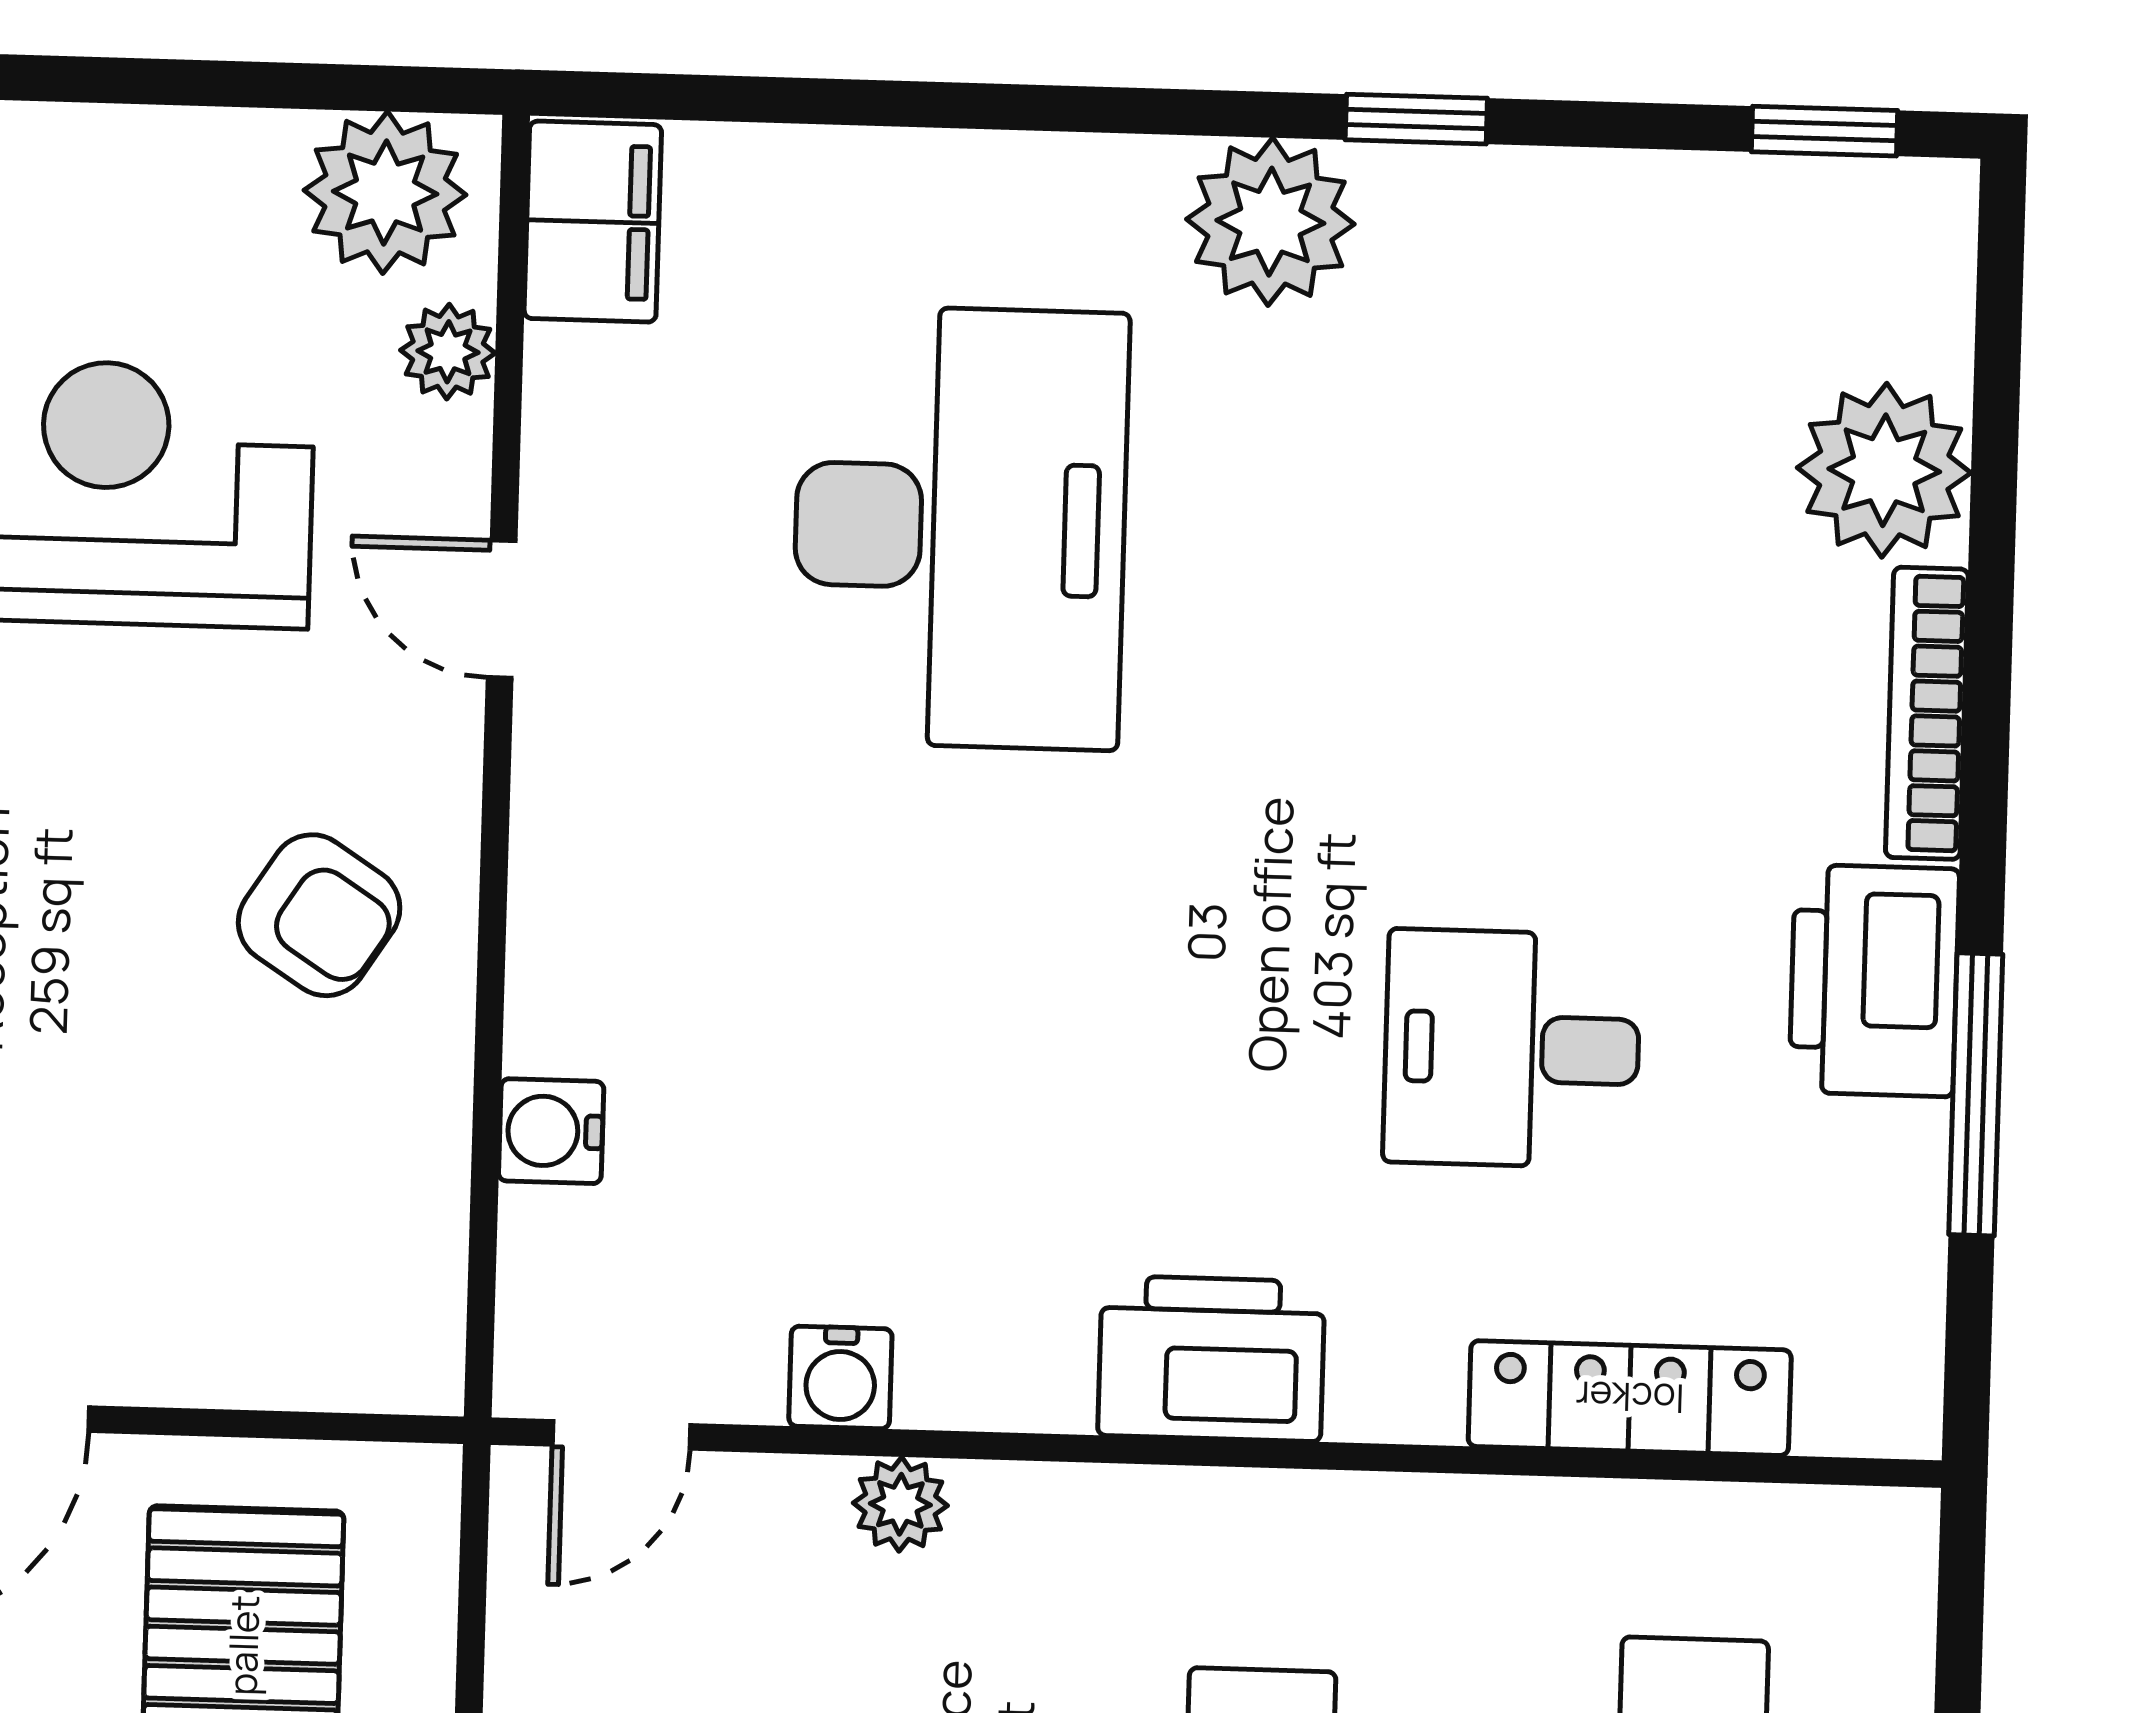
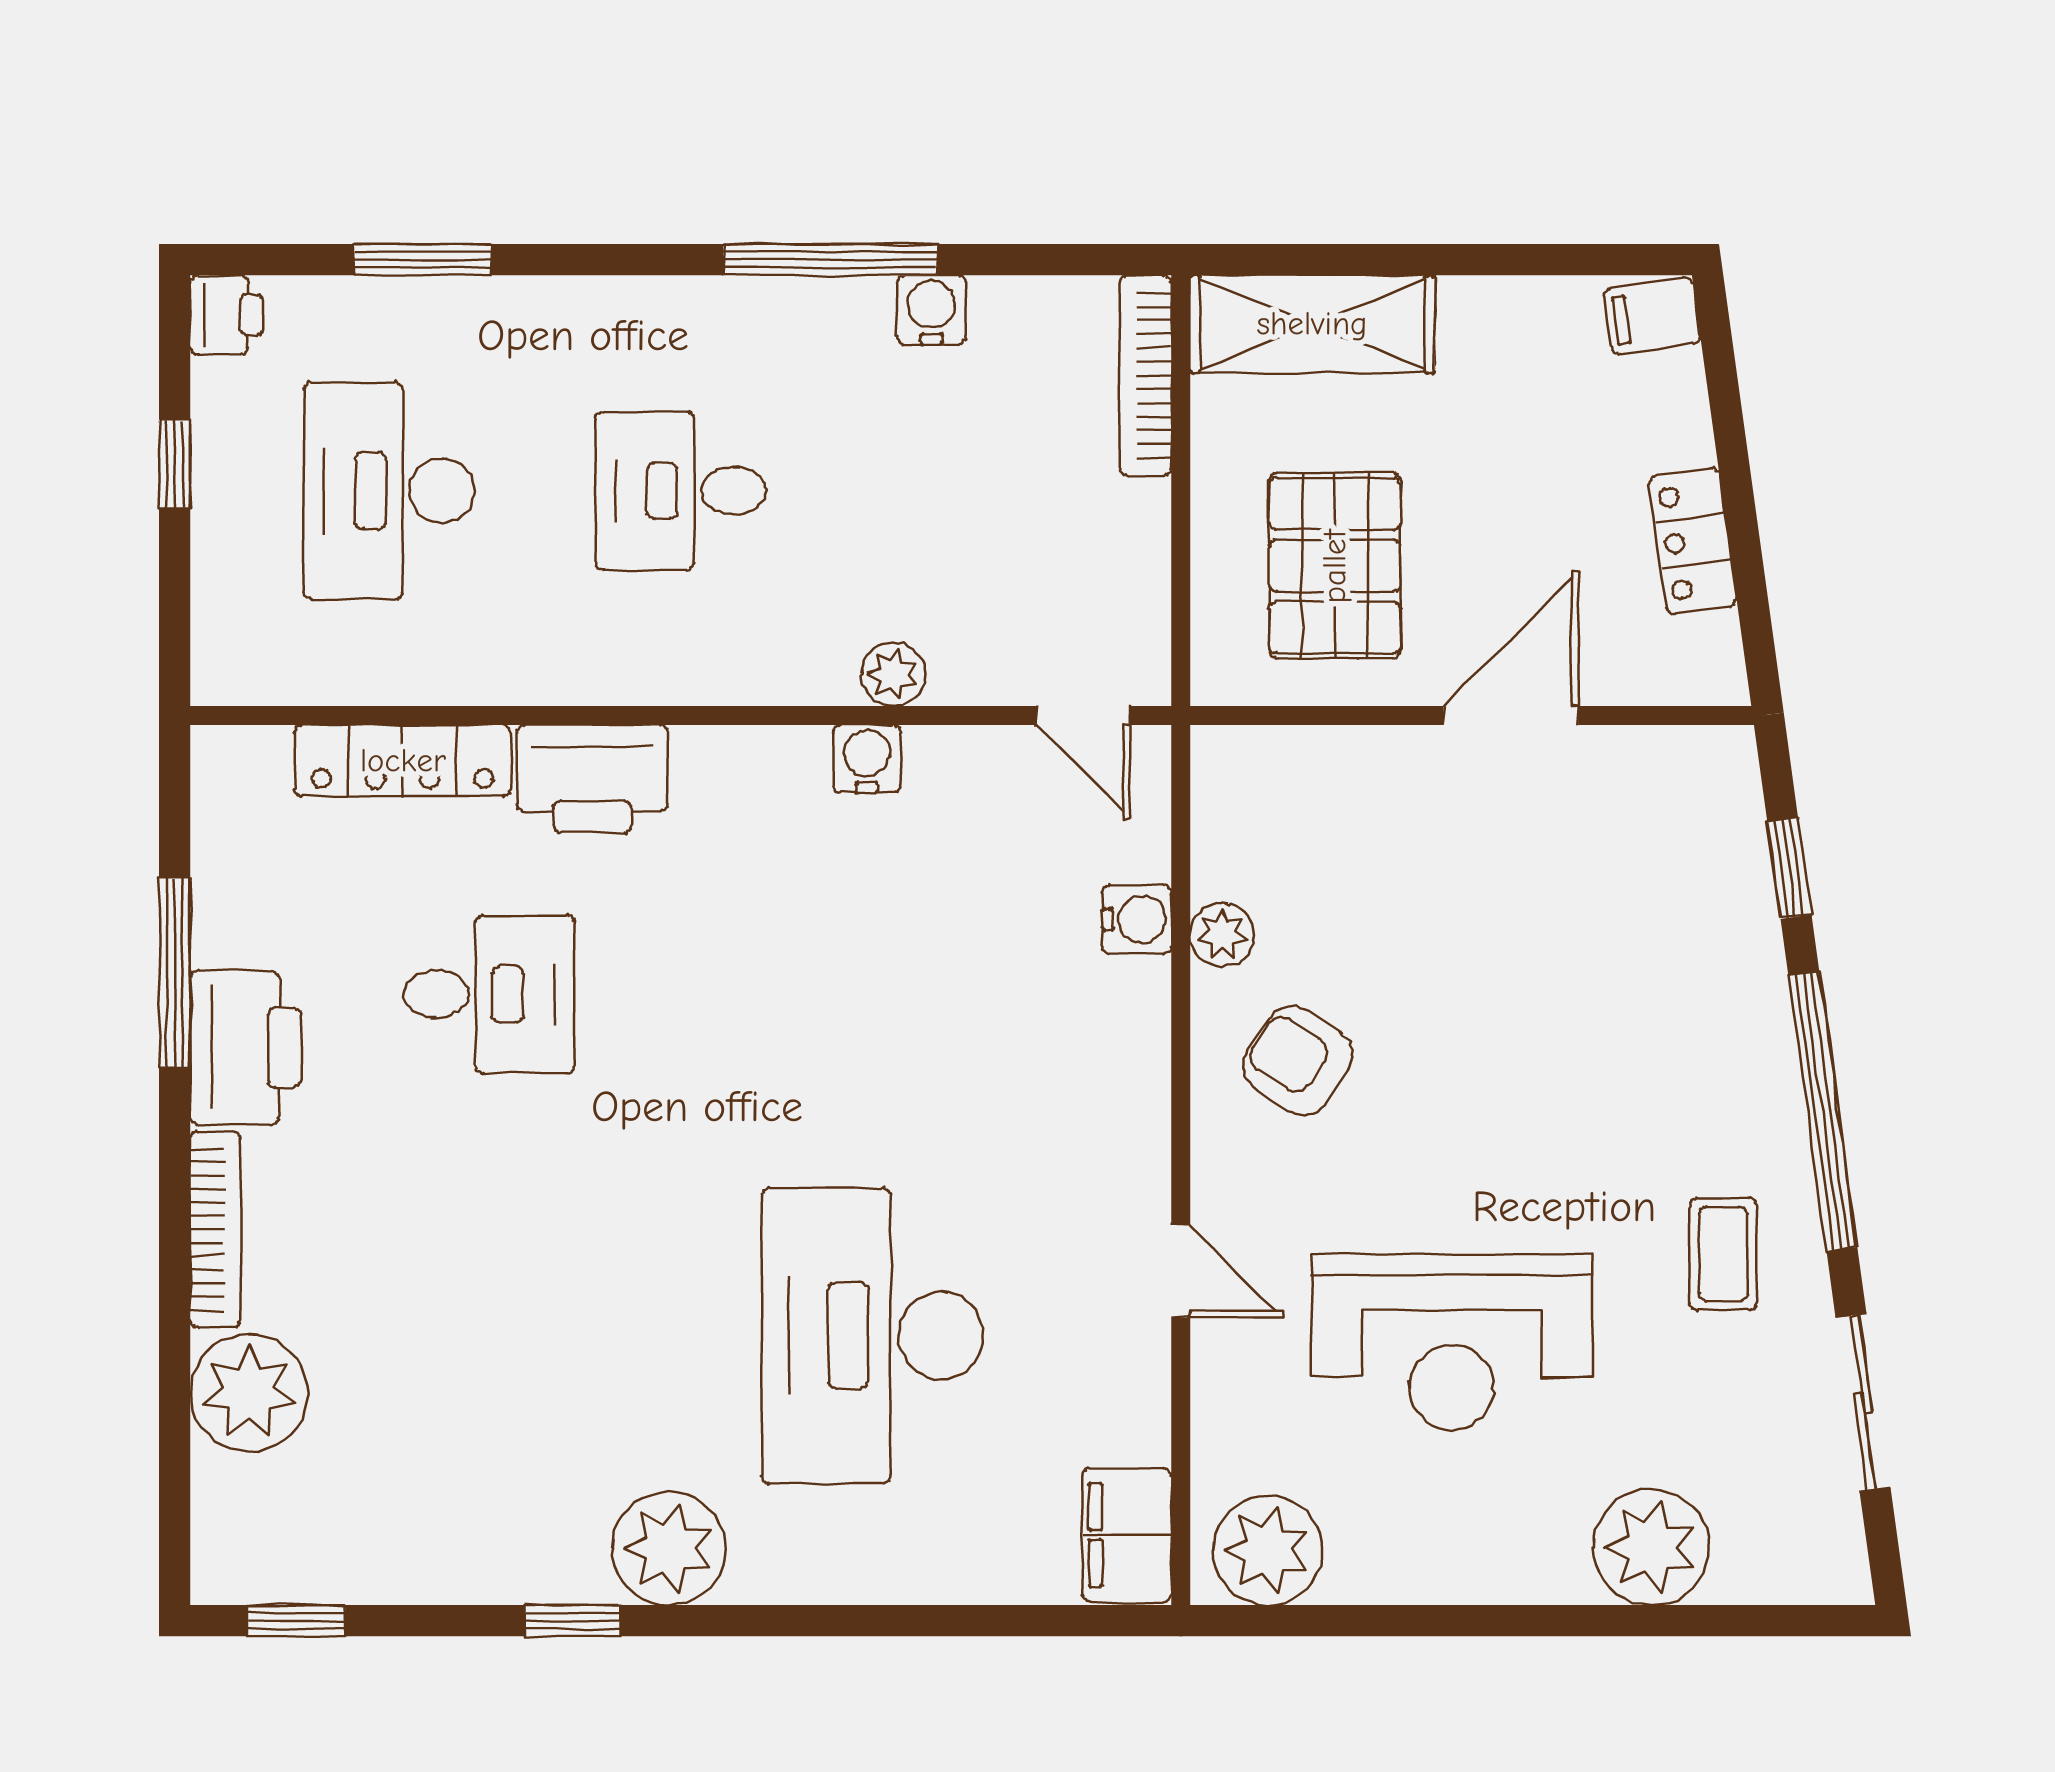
plant: (448, 352) -> (1222, 935), moved
printer: (1211, 1359) -> (592, 779), moved
water cooler: (840, 1377) -> (867, 759), moved
door: (621, 1435) -> (1083, 715), swing flipped

